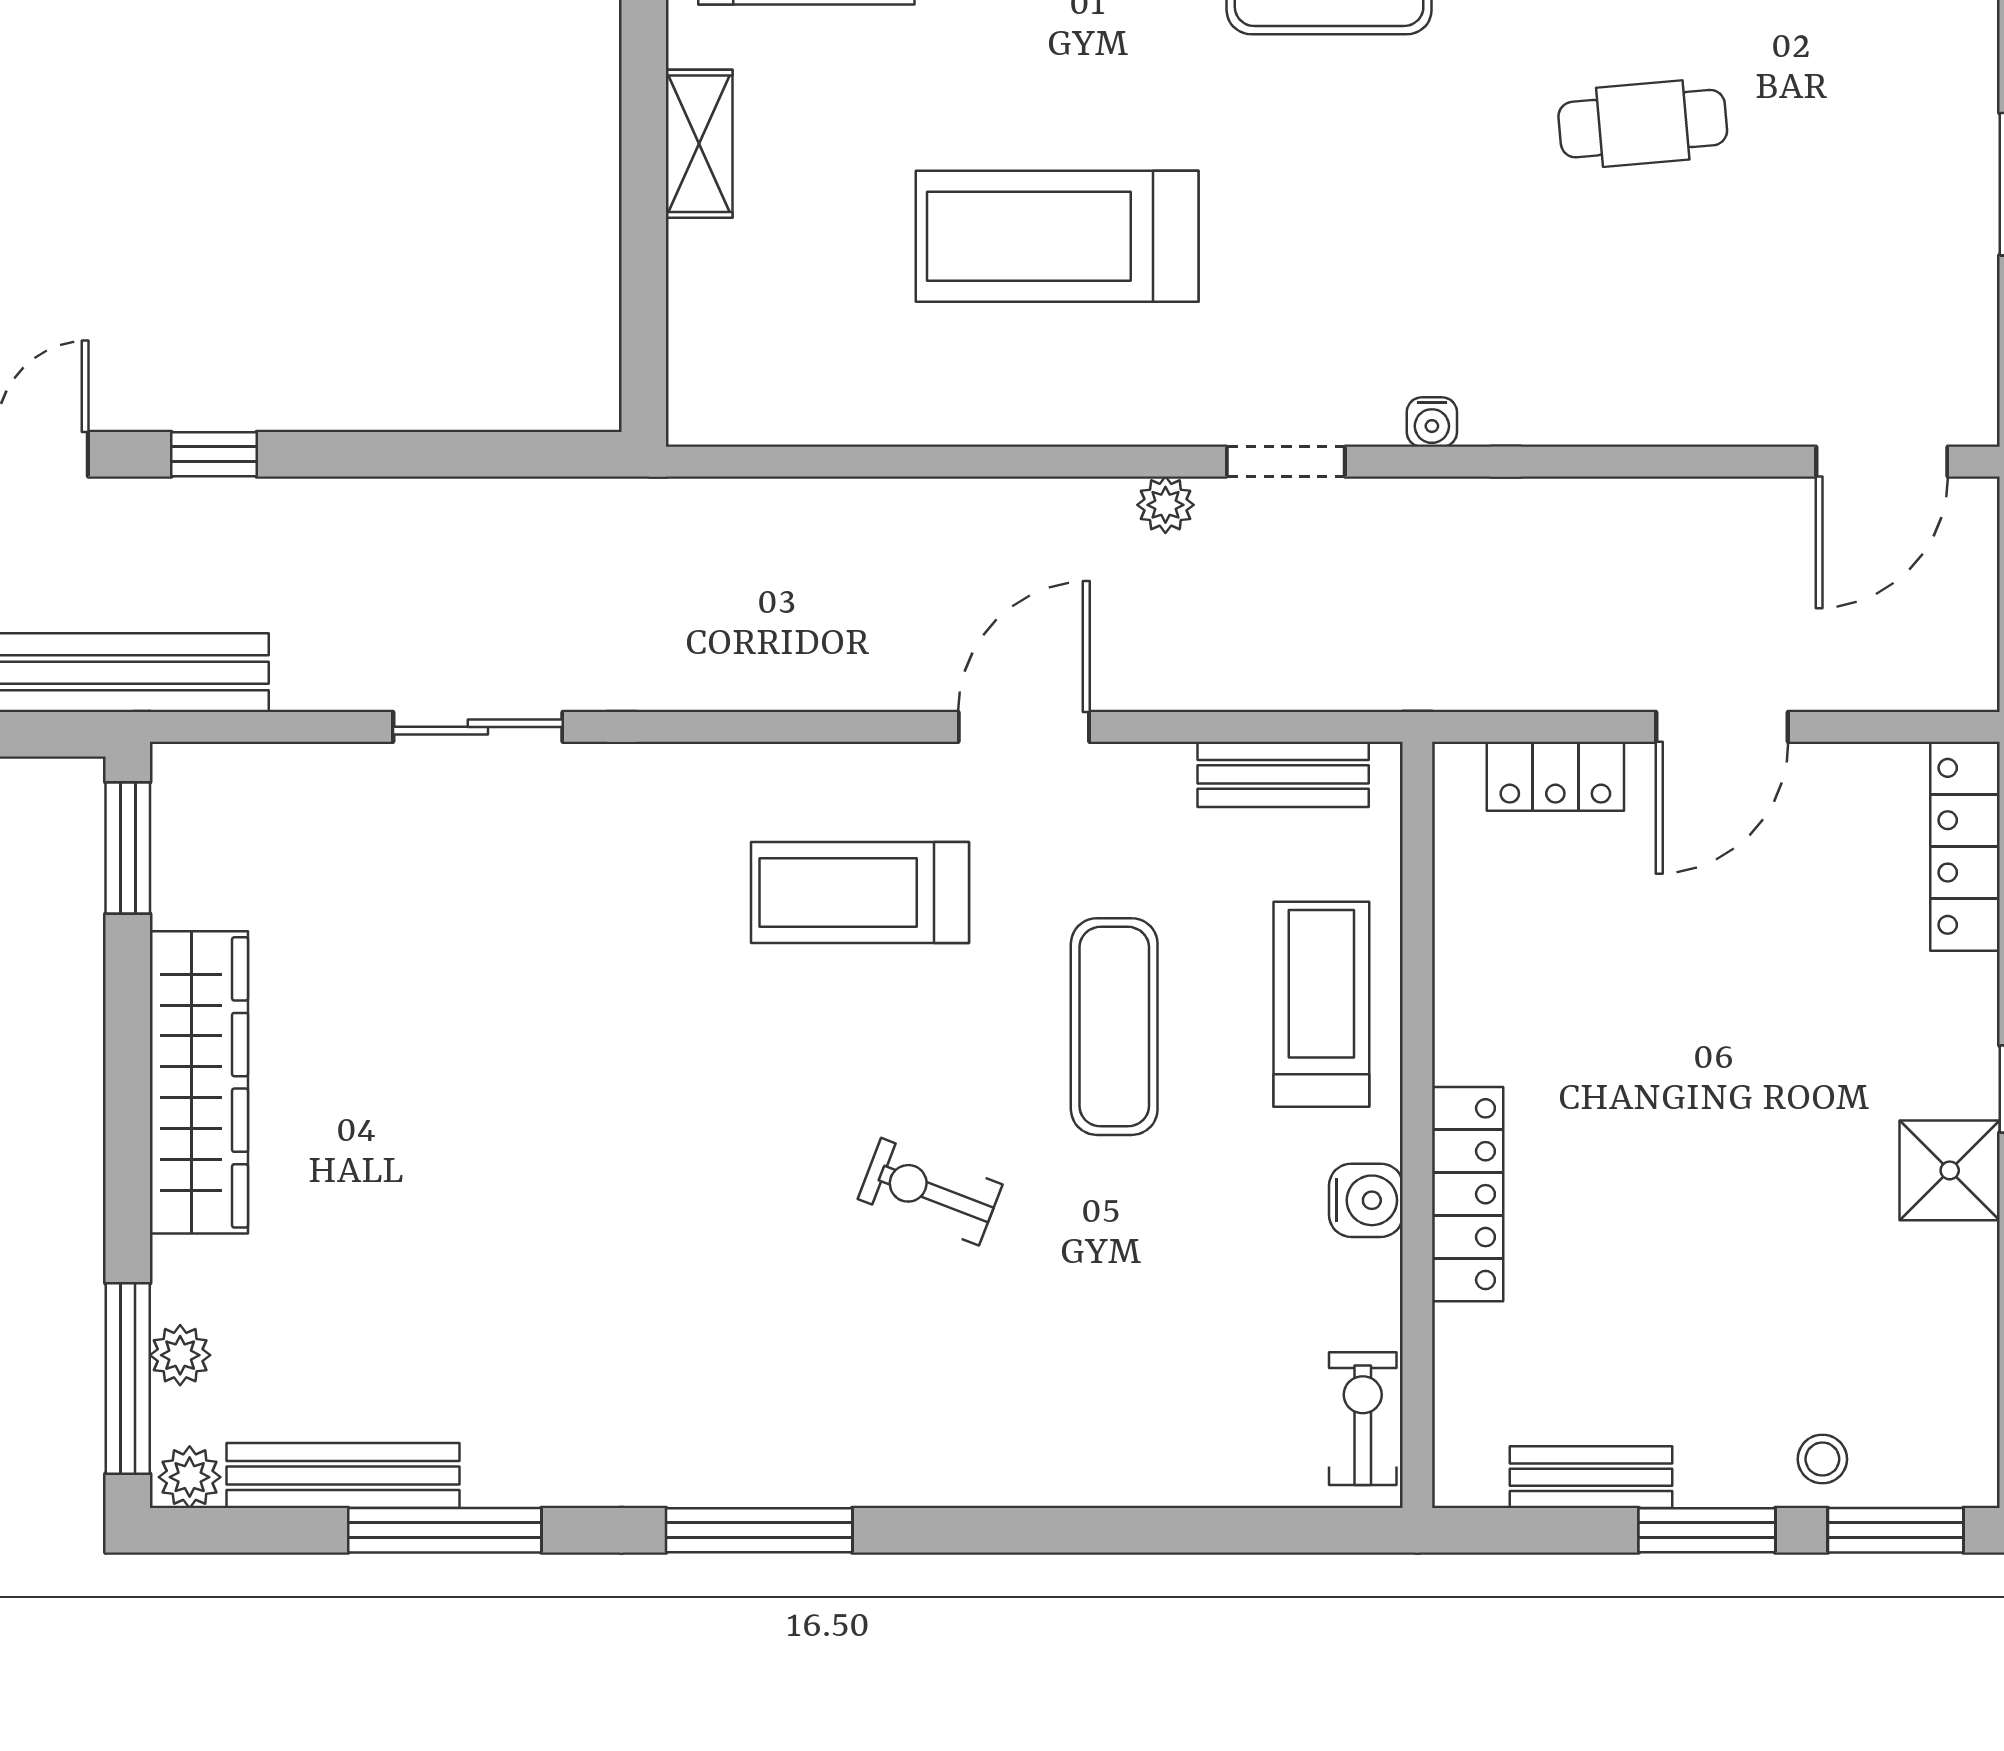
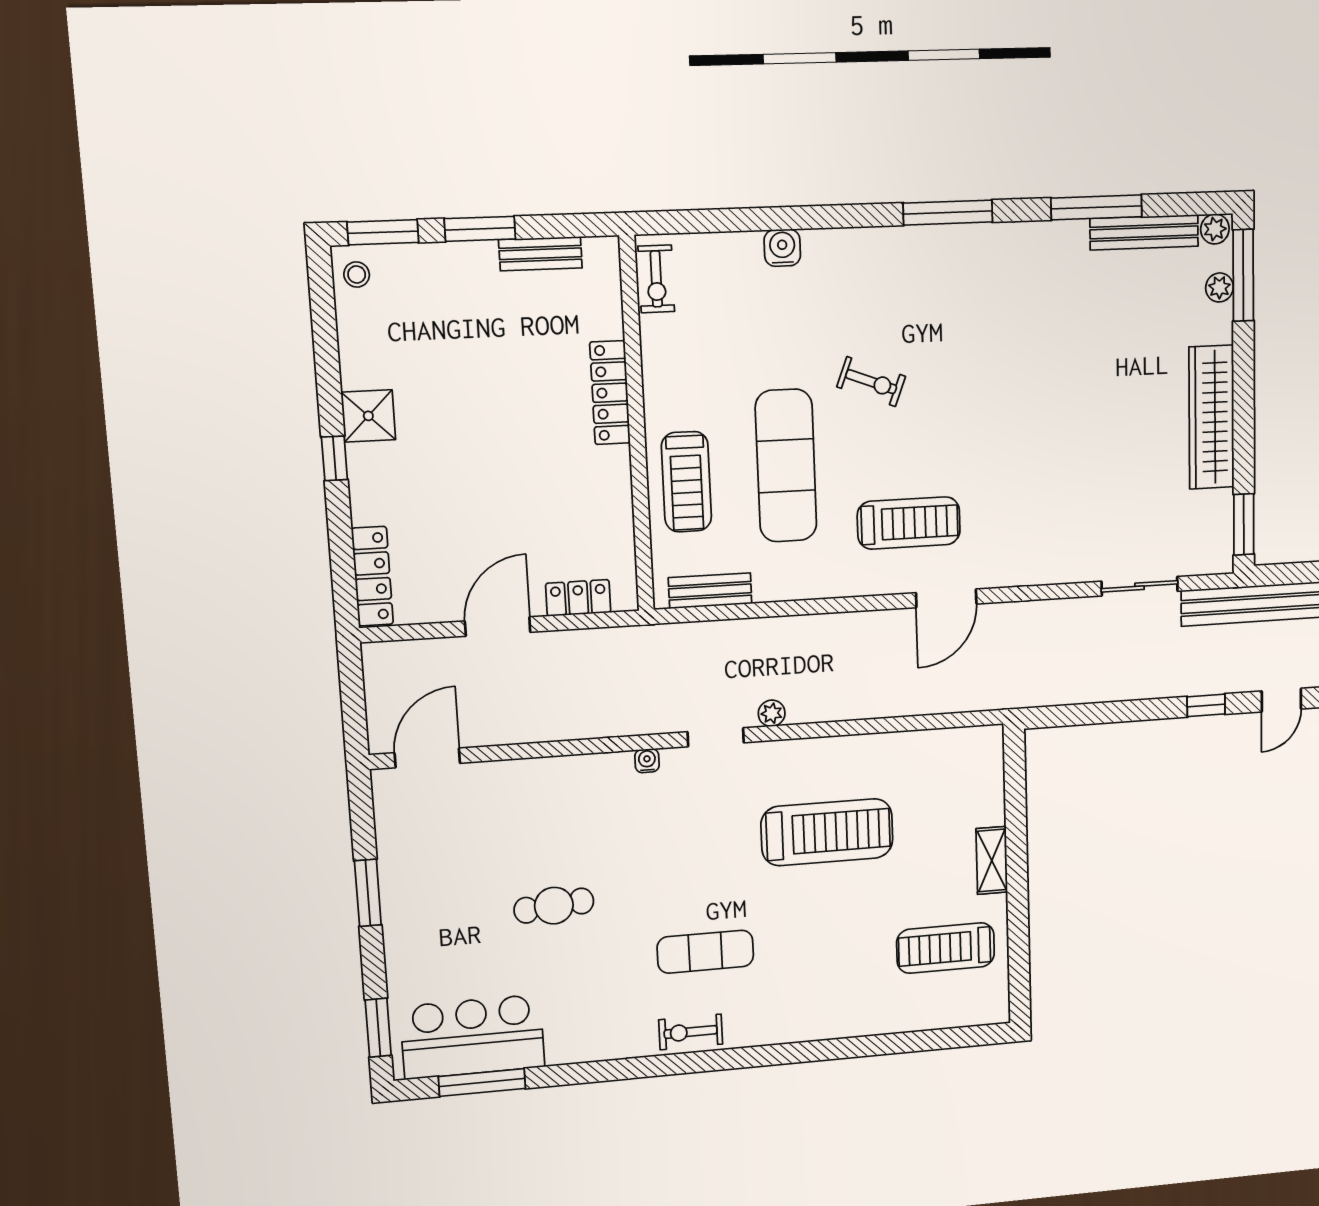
sliding door: (478, 727) -> (1140, 586), moved
door: (1024, 727) -> (946, 598), moved
exercise mat: (1114, 1027) -> (786, 466), width x1.36, depth x1.45
water cooler: (1366, 1200) -> (782, 248), moved, turned 90
stool: (1822, 1459) -> (357, 274), moved

